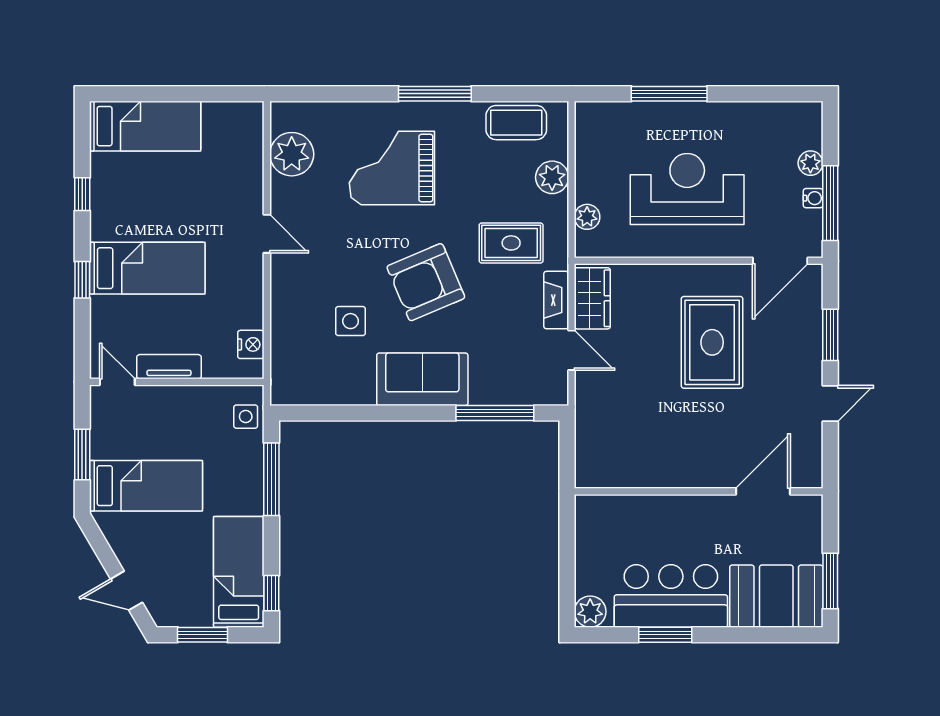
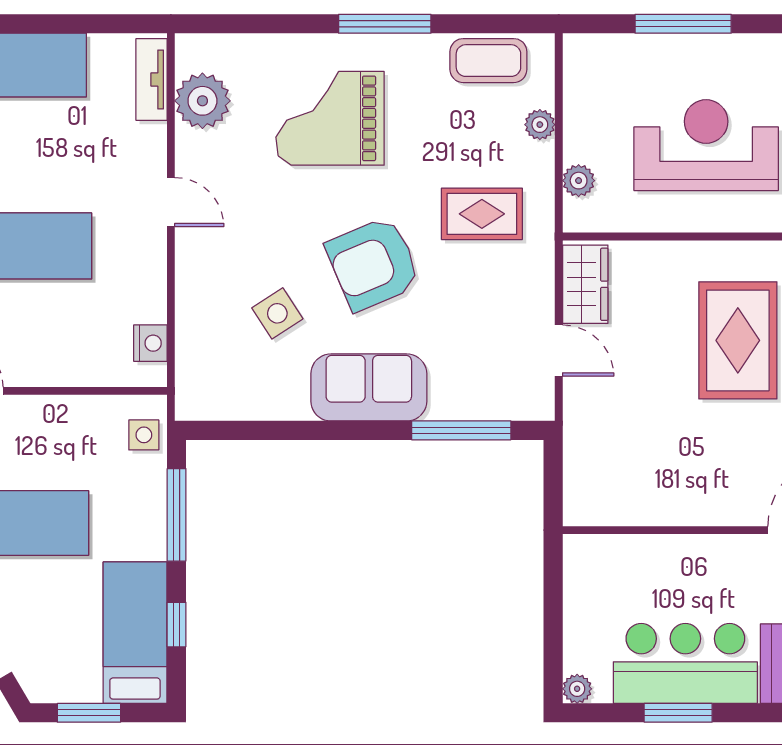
plant: (552, 177) -> (540, 125), width x0.73, depth x0.73
fireplace: (556, 300) -> (539, 287), removed
side table: (351, 321) -> (277, 313), turned -33
tv unit: (169, 367) -> (152, 80), moved, turned -90
window: (271, 593) -> (177, 625), moved
plant: (590, 612) -> (577, 689), width x0.73, depth x0.73

